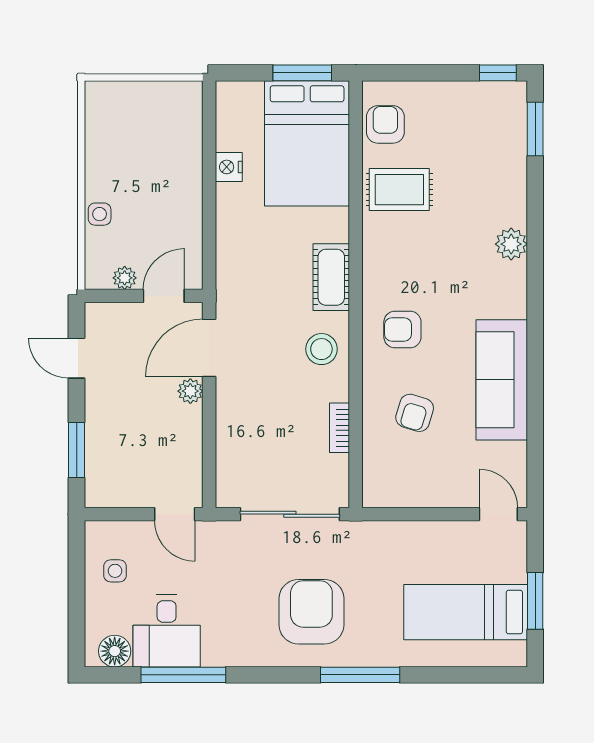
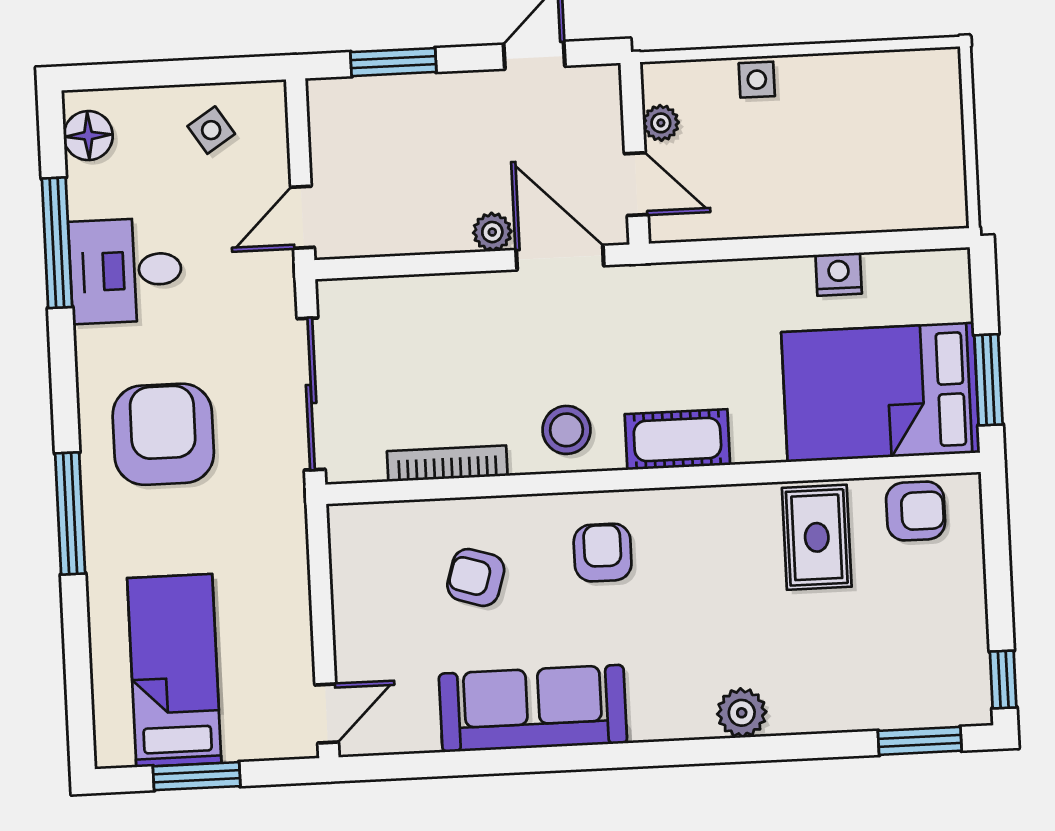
bookcase: (340, 428) -> (447, 463), width x1.56
side table: (115, 571) -> (211, 130), turned -33
armchair: (311, 612) -> (163, 434), turned -90
desk: (167, 631) -> (126, 271), moved

